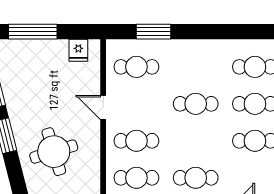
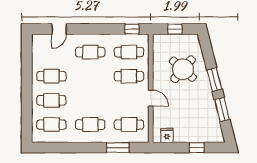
window: (33, 32) -> (197, 148), width x0.46
cafe table: (196, 104) -> (90, 125), moved
round table: (54, 152) -> (183, 69), turned -32

